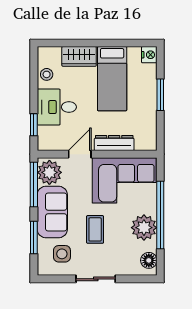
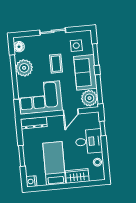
dresser: (114, 143) -> (34, 123), moved

